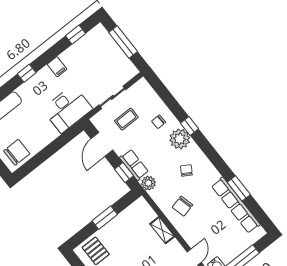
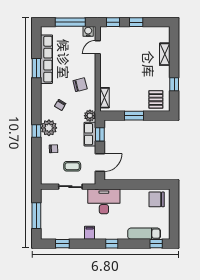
shelving: (162, 230) -> (104, 98), moved

